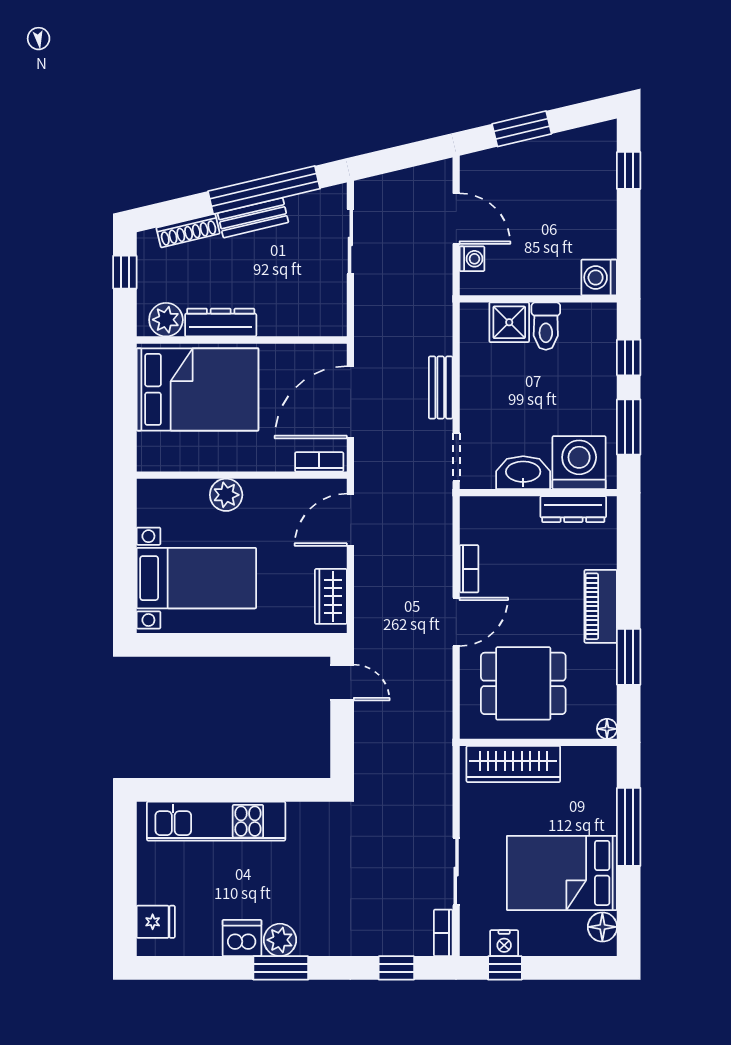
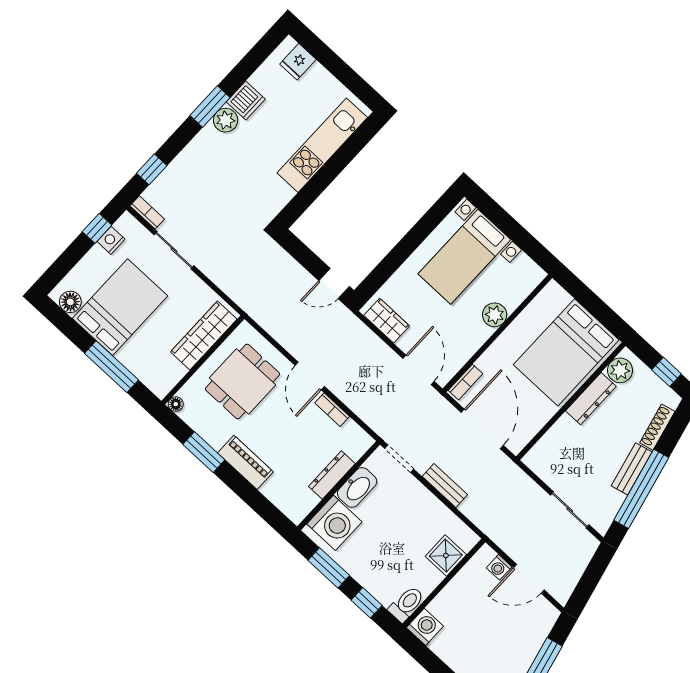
toilet: (546, 326) -> (406, 604), moved, turned 90
dresser: (573, 509) -> (332, 475), moved

